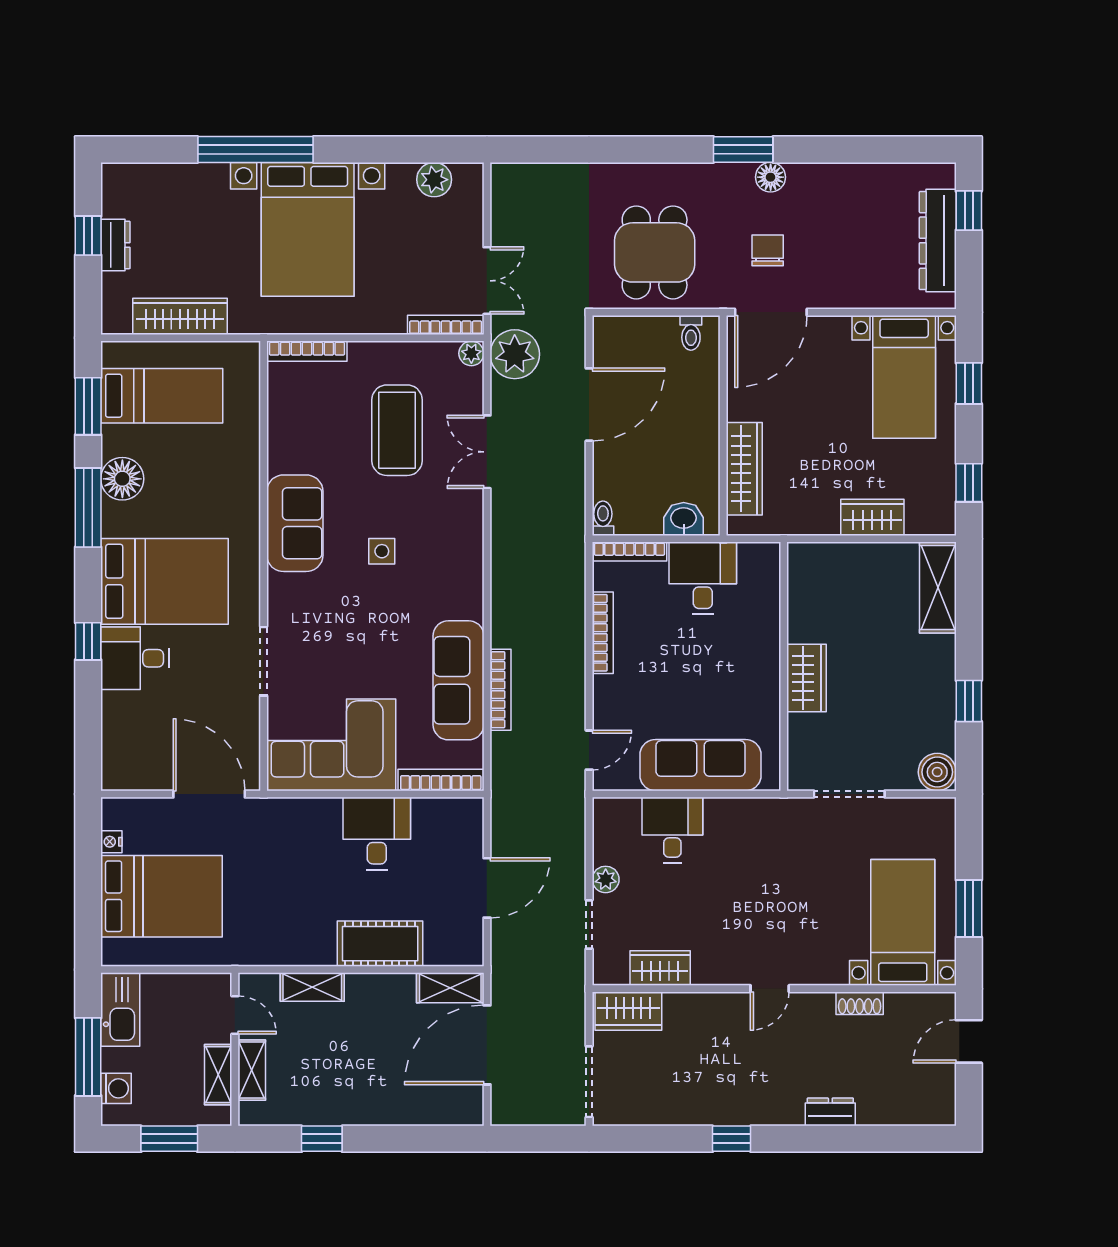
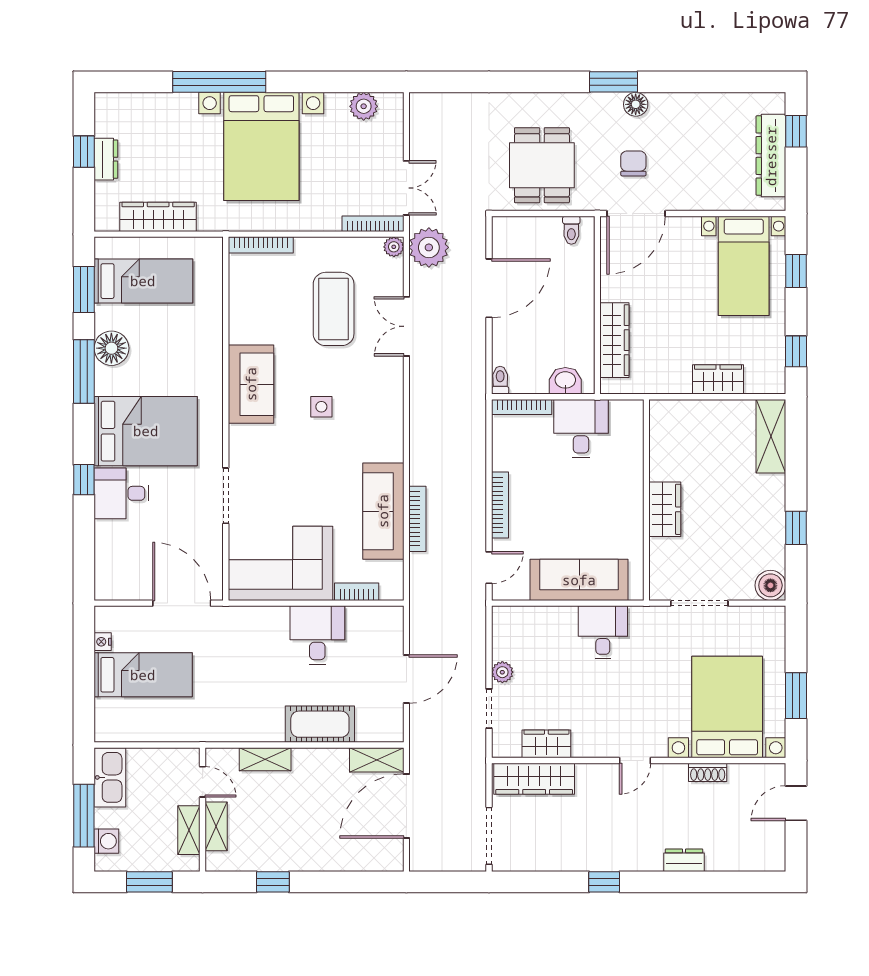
bookcase: (603, 633) -> (500, 505), moved
bookcase: (441, 780) -> (357, 592), width x0.64
desk: (672, 830) -> (603, 632), moved
bed: (161, 896) -> (143, 675), width x0.67
bed with nightstands: (903, 922) -> (727, 707), width x1.36
wardrobe: (628, 1011) -> (534, 779), width x1.50

